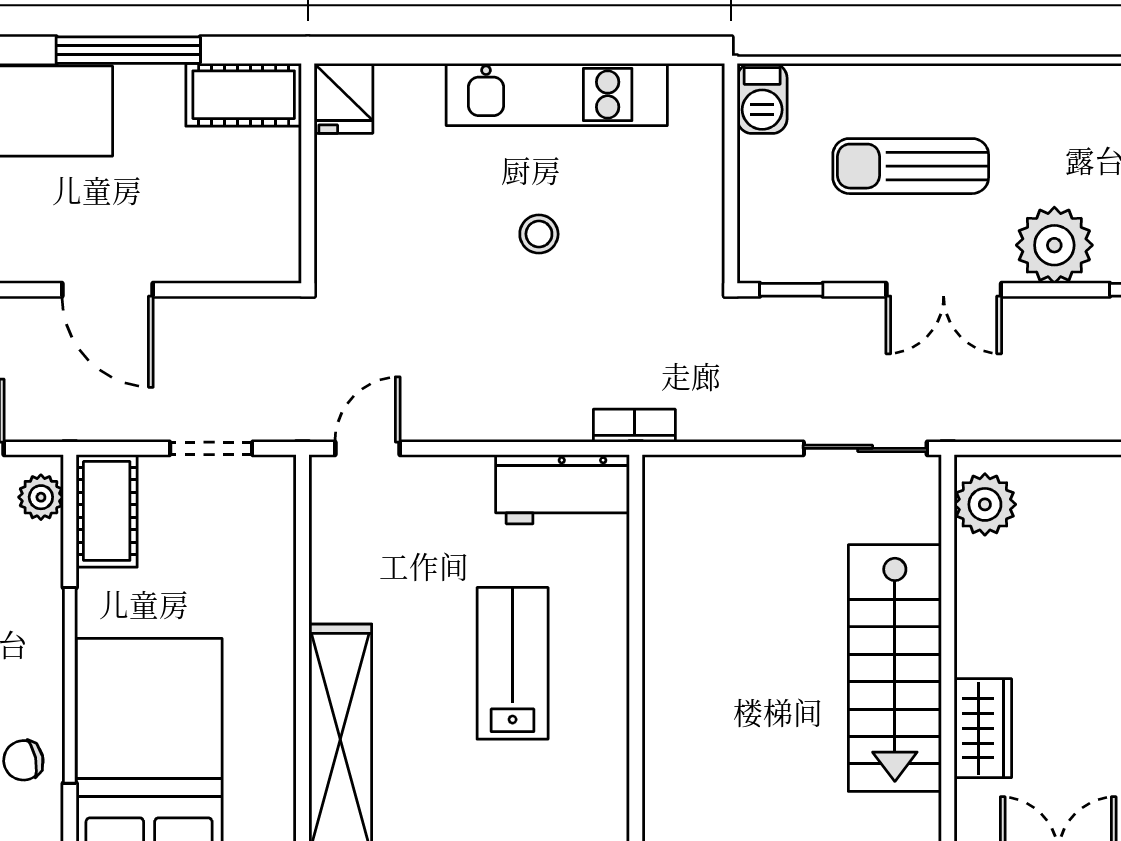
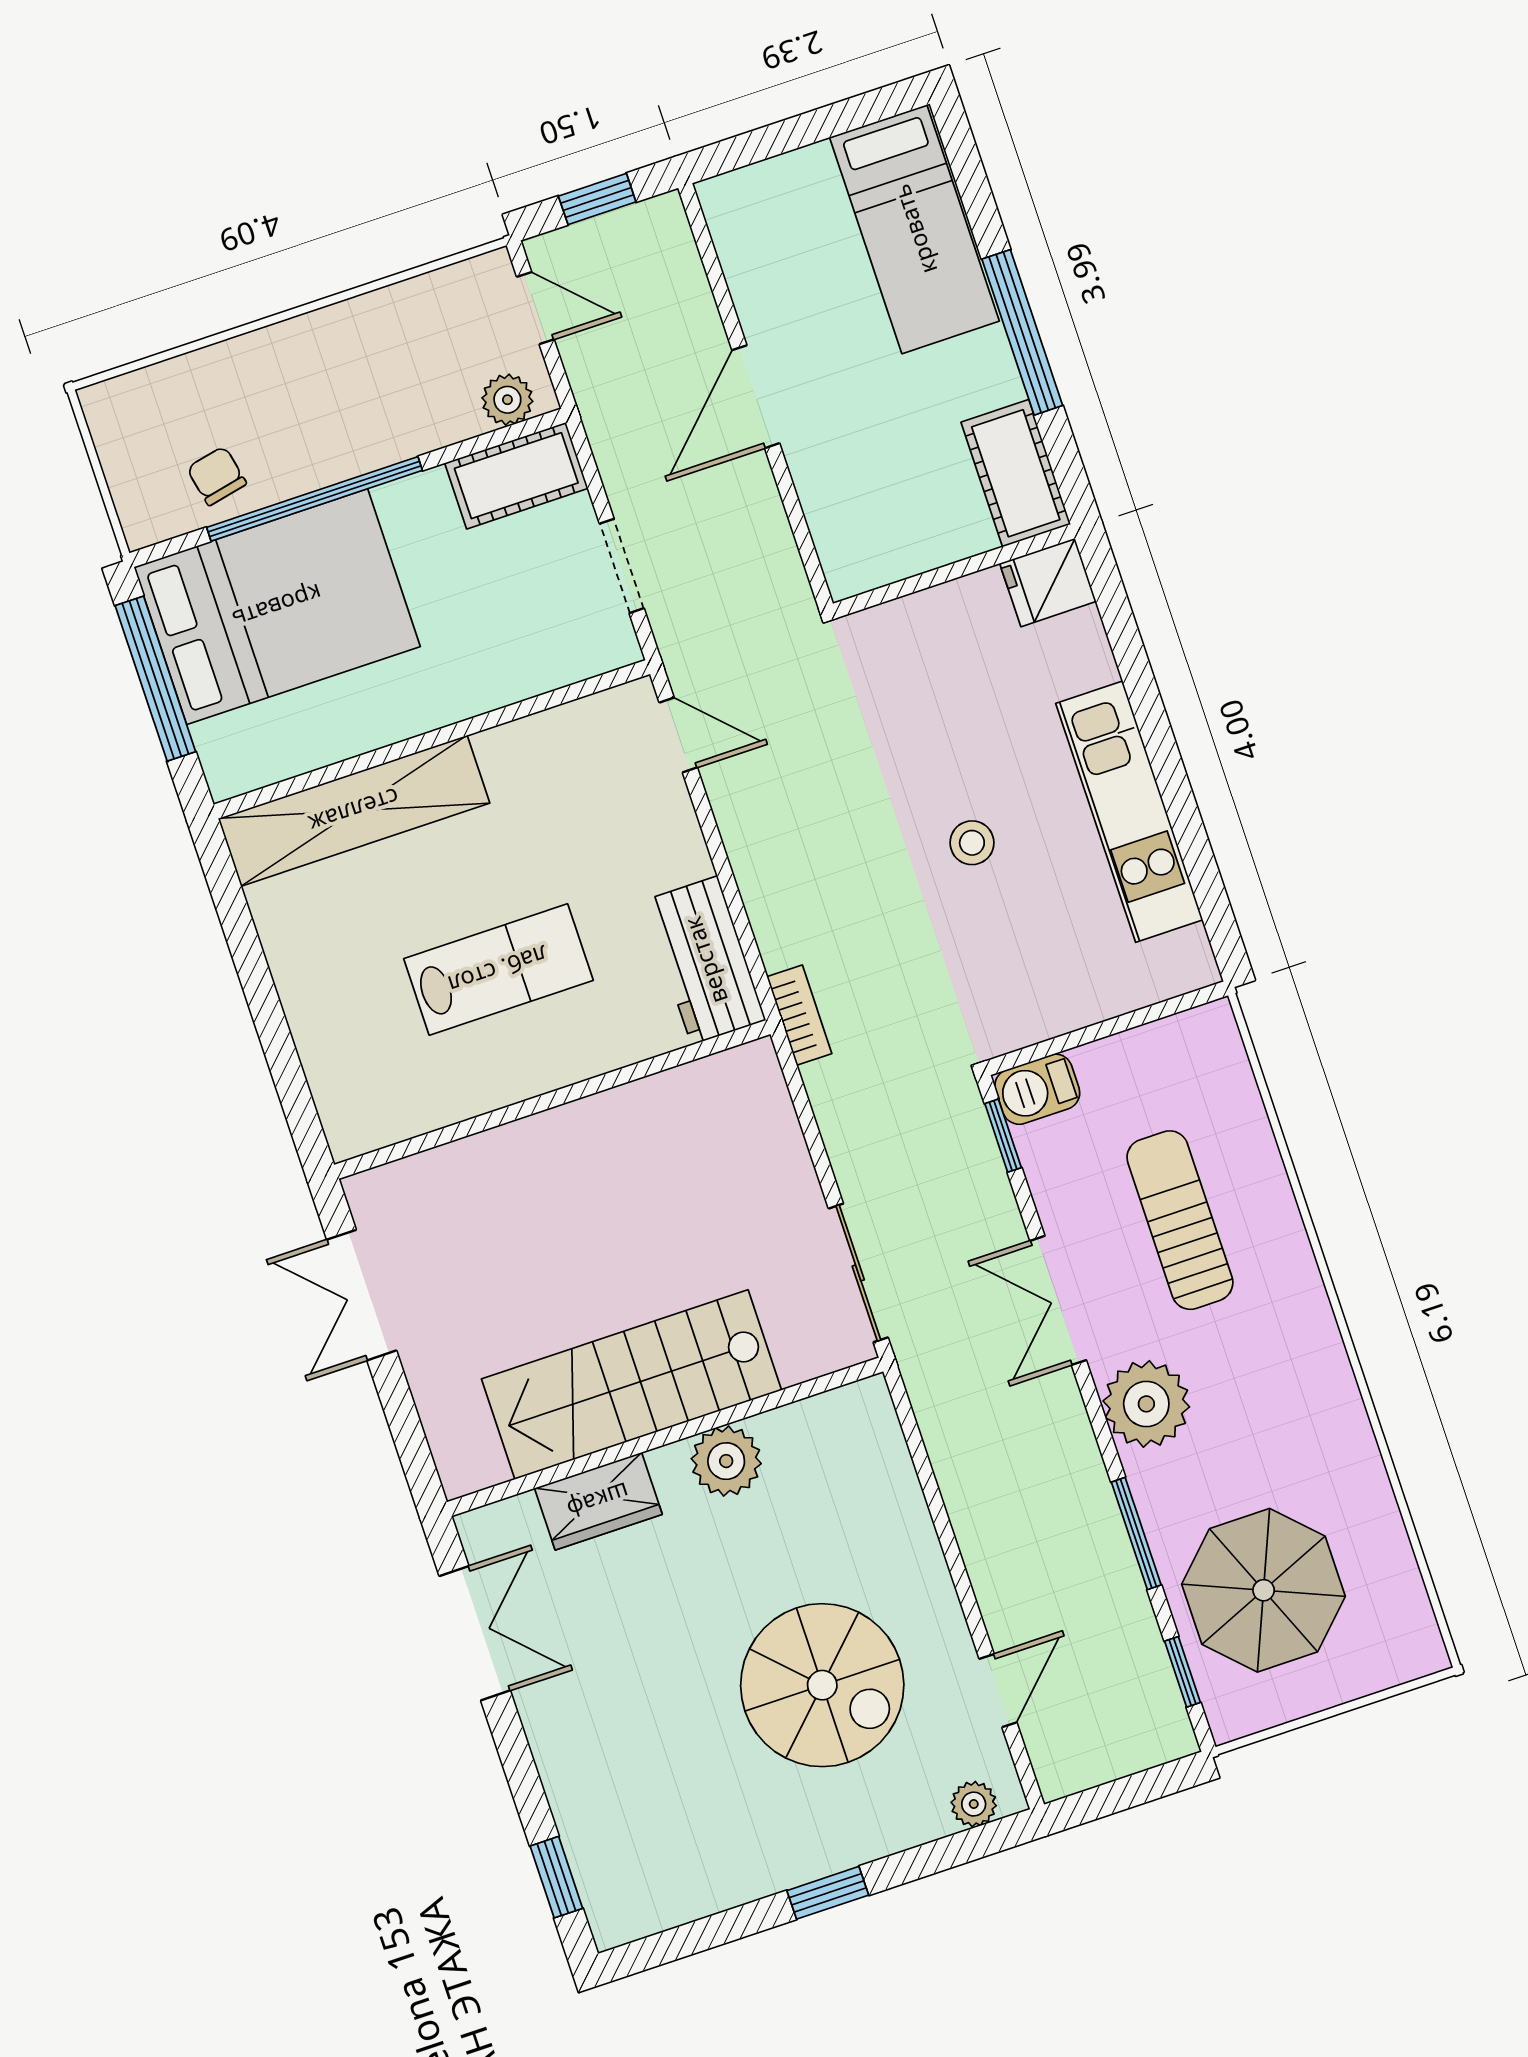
barbecue: (762, 98) -> (1037, 1089), moved
plant: (985, 504) -> (726, 1461), moved

